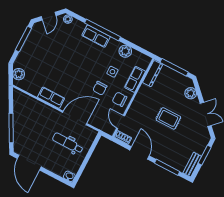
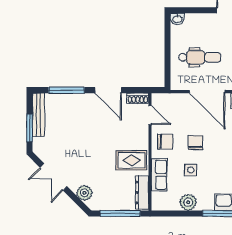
door: (75, 118) -> (207, 92), hinge flipped
rug: (168, 118) -> (131, 160), moved
bench: (192, 165) -> (39, 115), width x1.36

